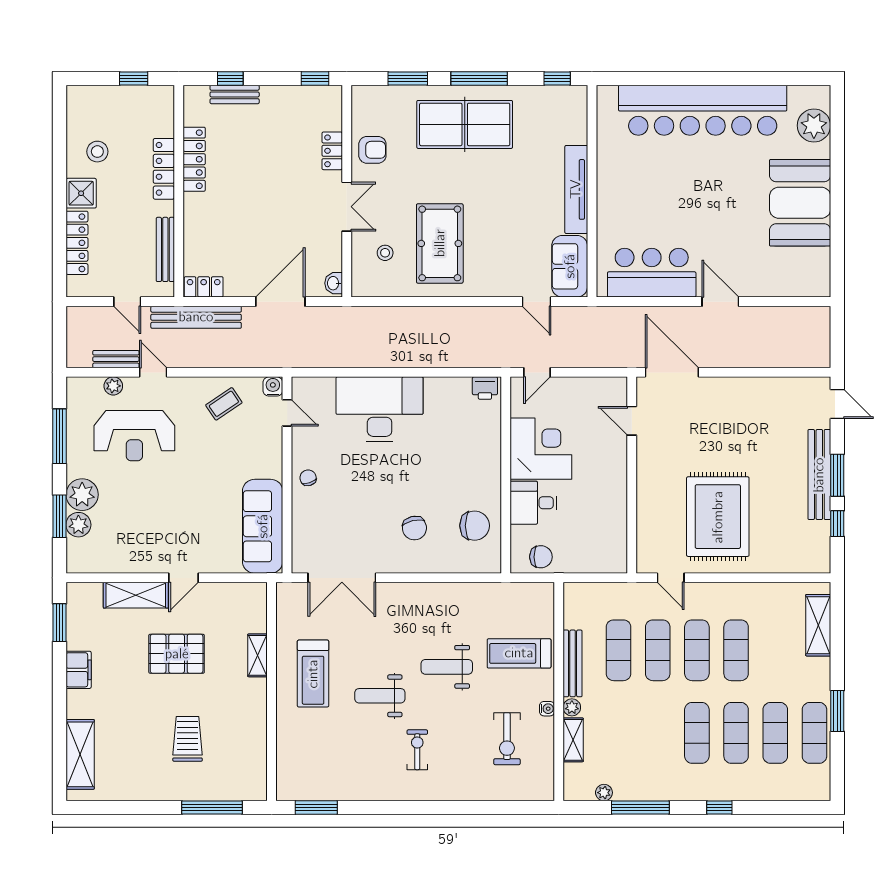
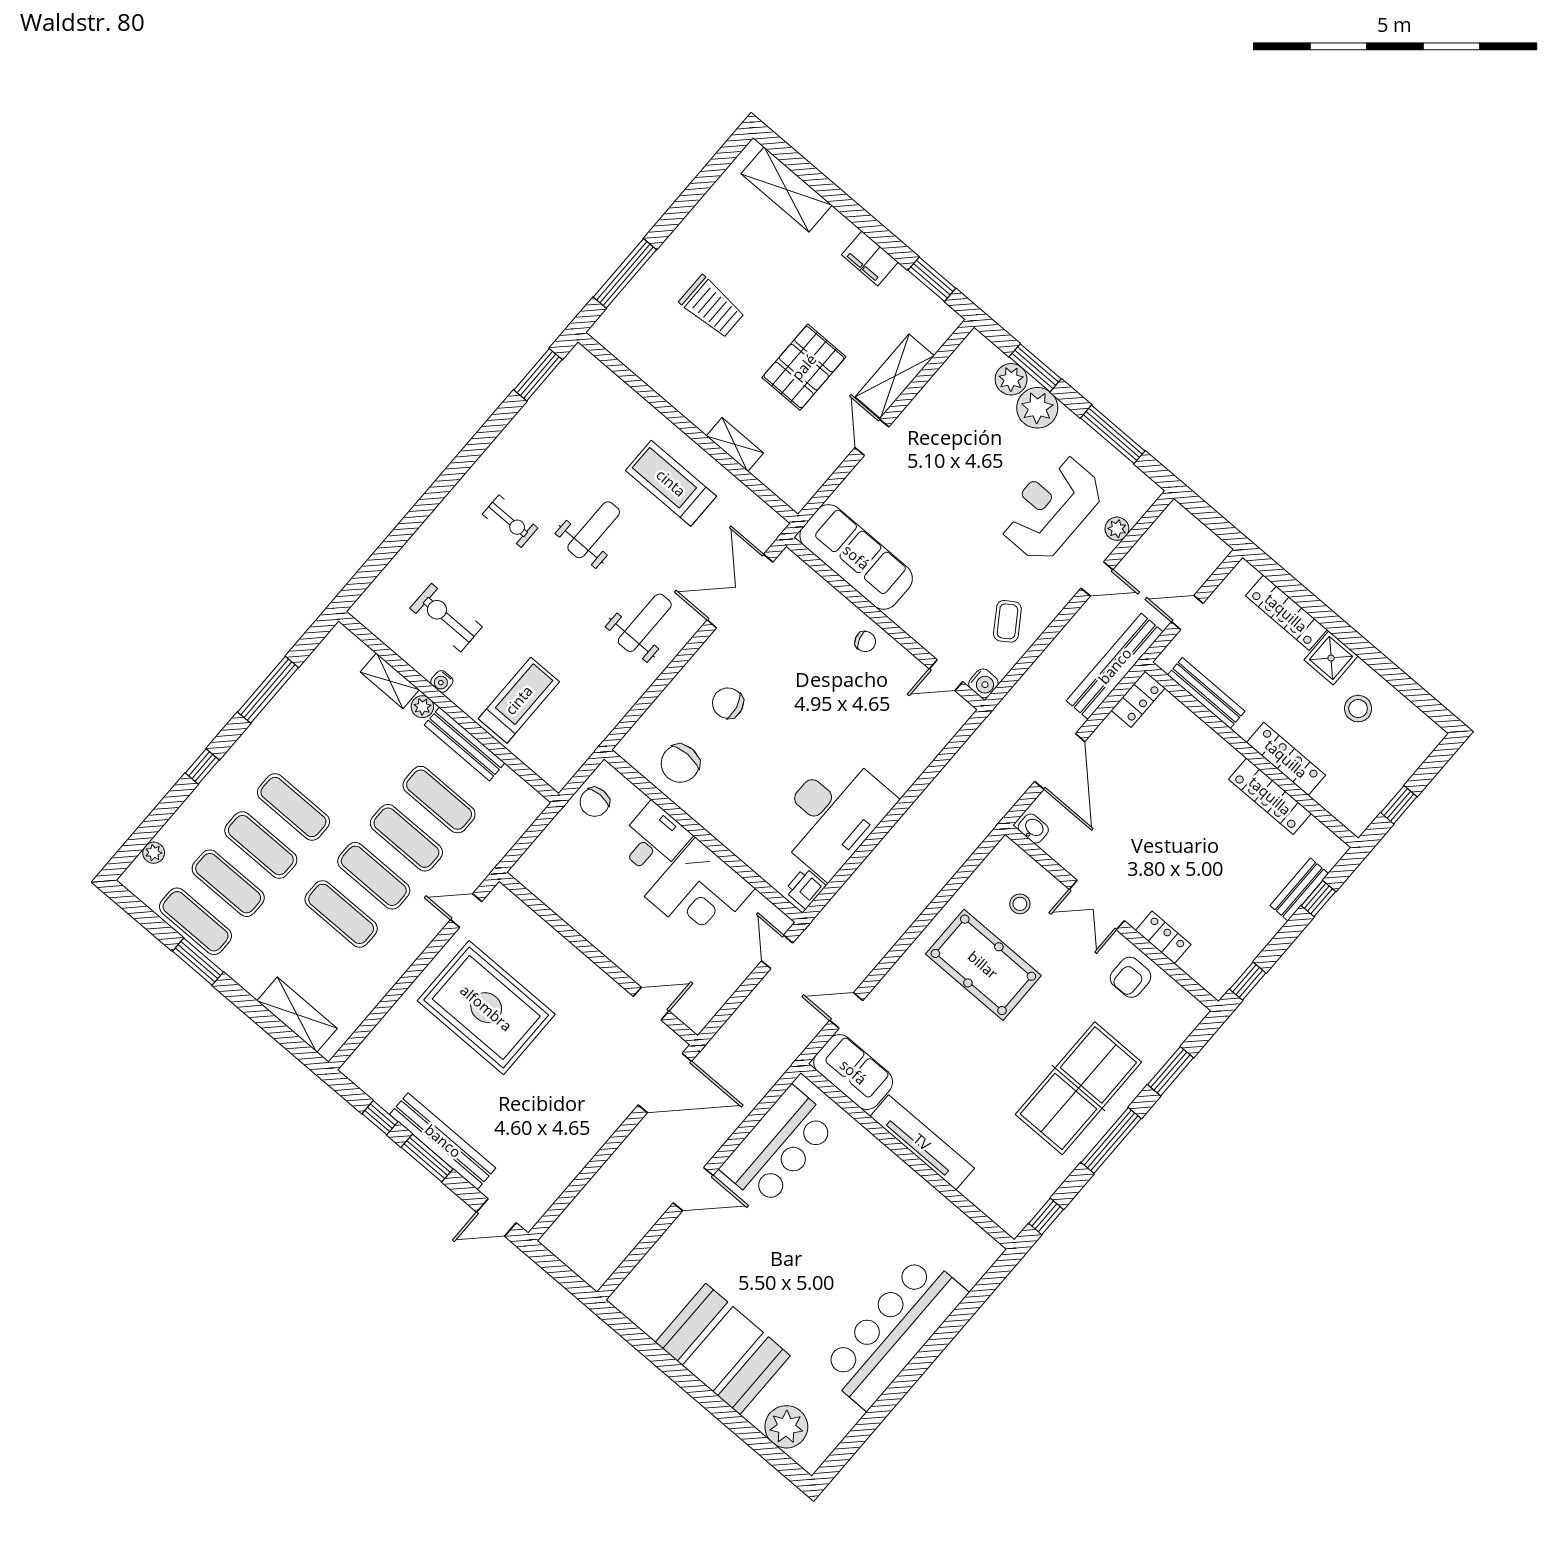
bar counter: (703, 110) -> (894, 1331), width x0.73
bench: (116, 359) -> (1141, 554), removed
desk: (380, 409) -> (833, 815), moved
weight bench: (447, 667) -> (645, 623), moved
plant: (604, 793) -> (154, 853), moved

